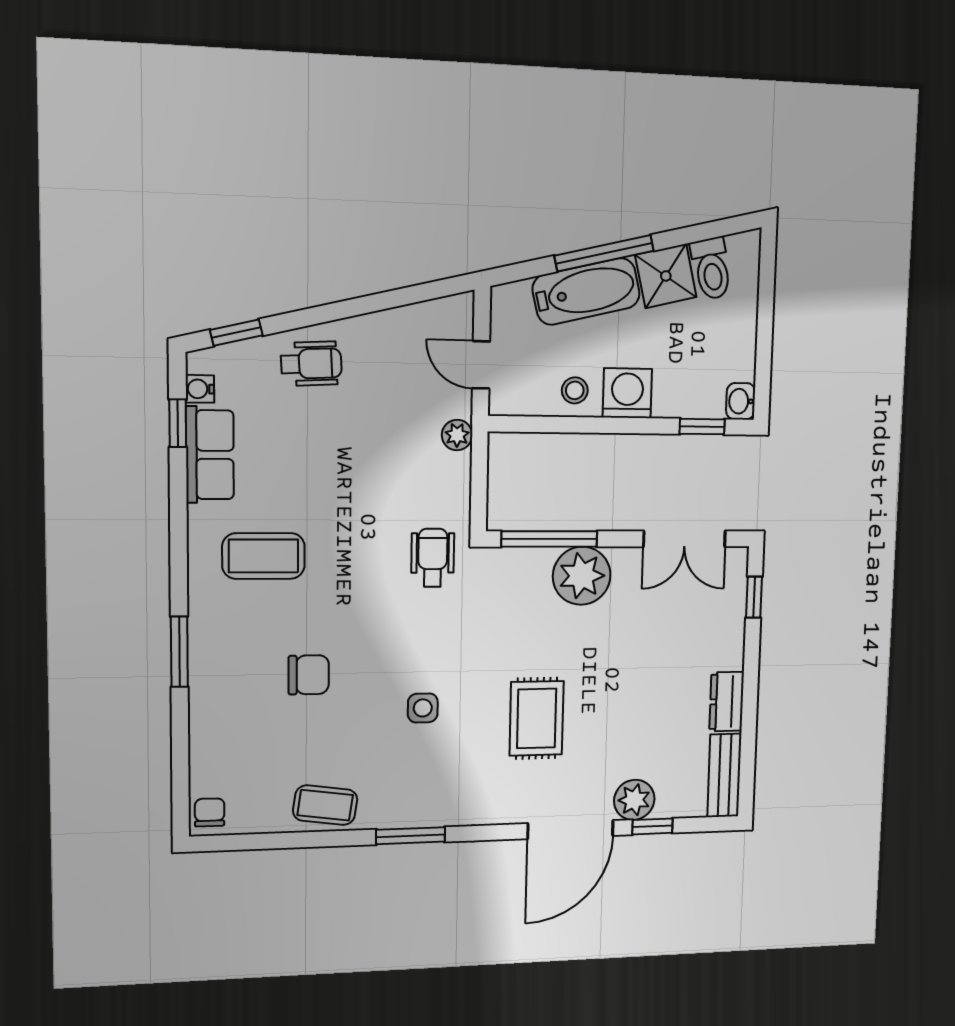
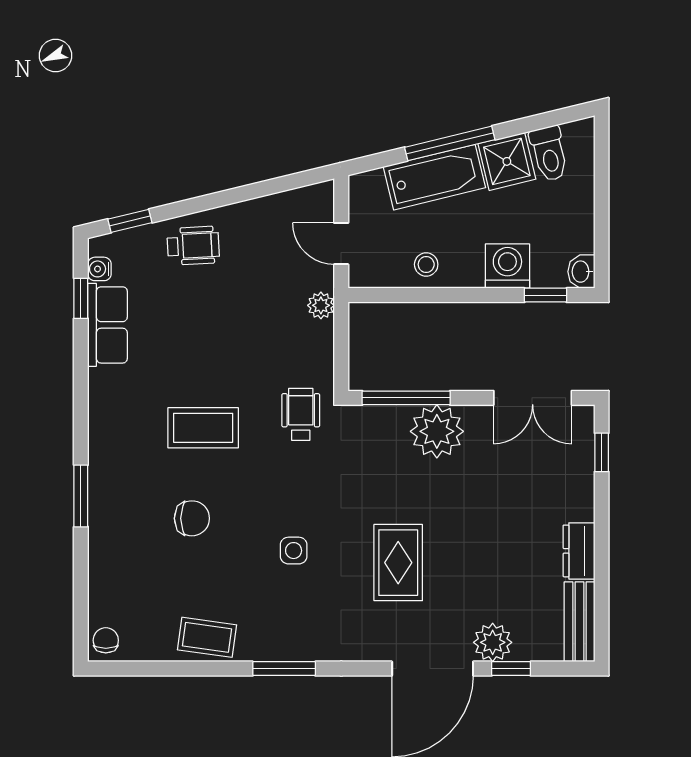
washing machine: (627, 393) -> (507, 266), moved
coffee table: (264, 556) -> (203, 428), moved

